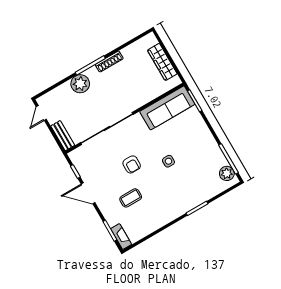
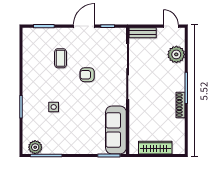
plant: (80, 84) -> (176, 54), moved
side table: (168, 161) -> (54, 107), moved
fireplace: (121, 237) -> (34, 32), removed

